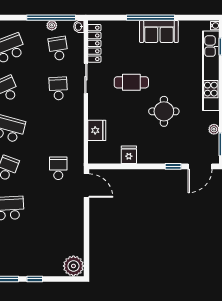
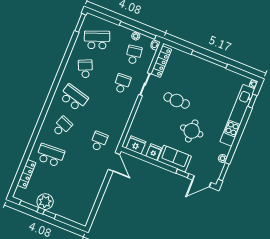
sofa: (159, 31) -> (174, 159), moved, turned 180
fridge: (97, 130) -> (136, 145), moved, turned -90
plant: (73, 266) -> (45, 202), moved

